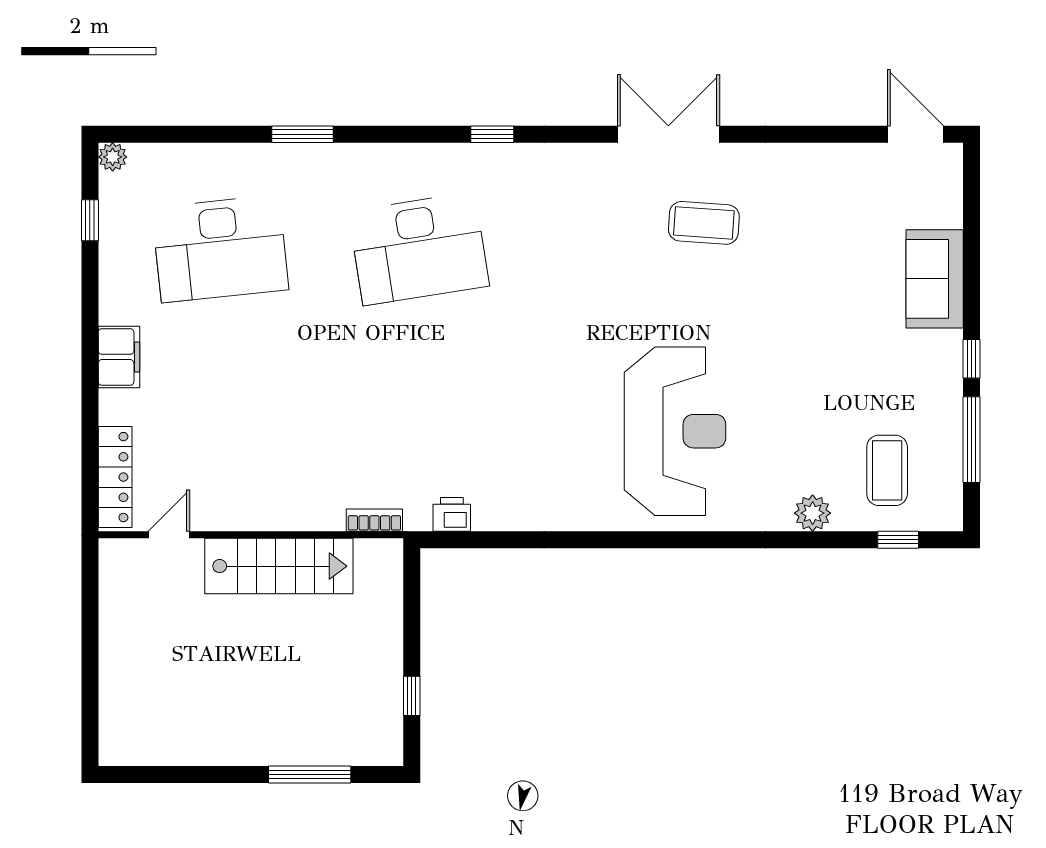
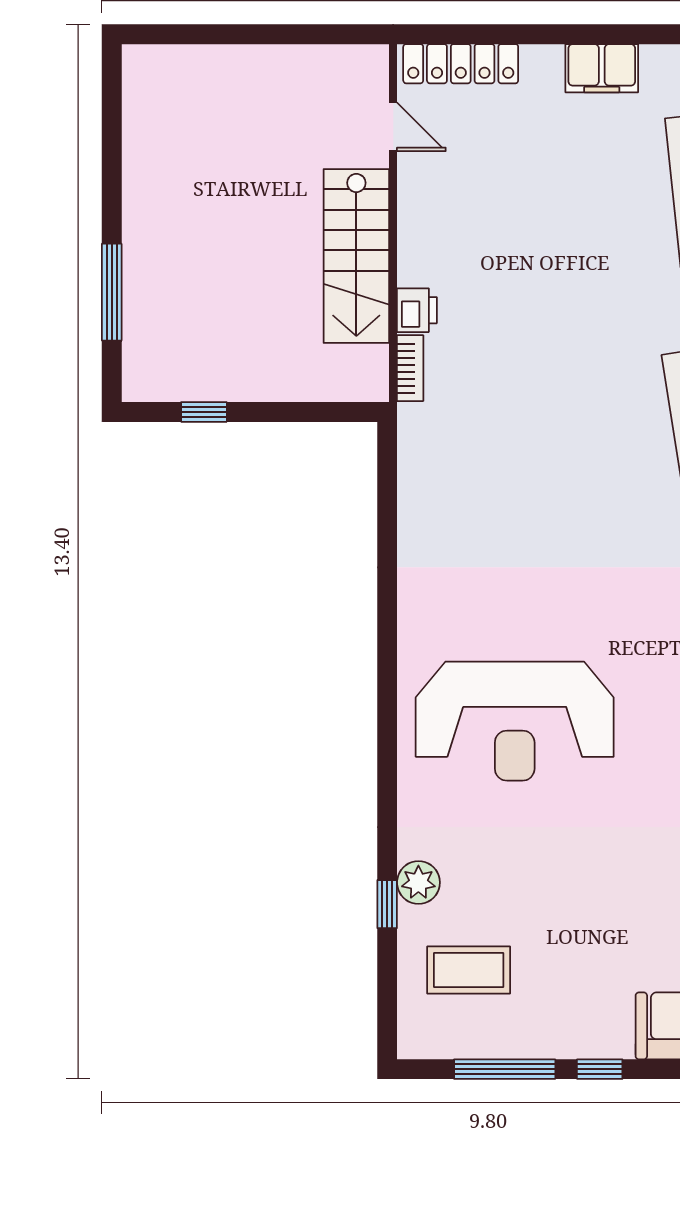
printer: (452, 514) -> (417, 310), moved
window: (898, 540) -> (387, 904), moved

